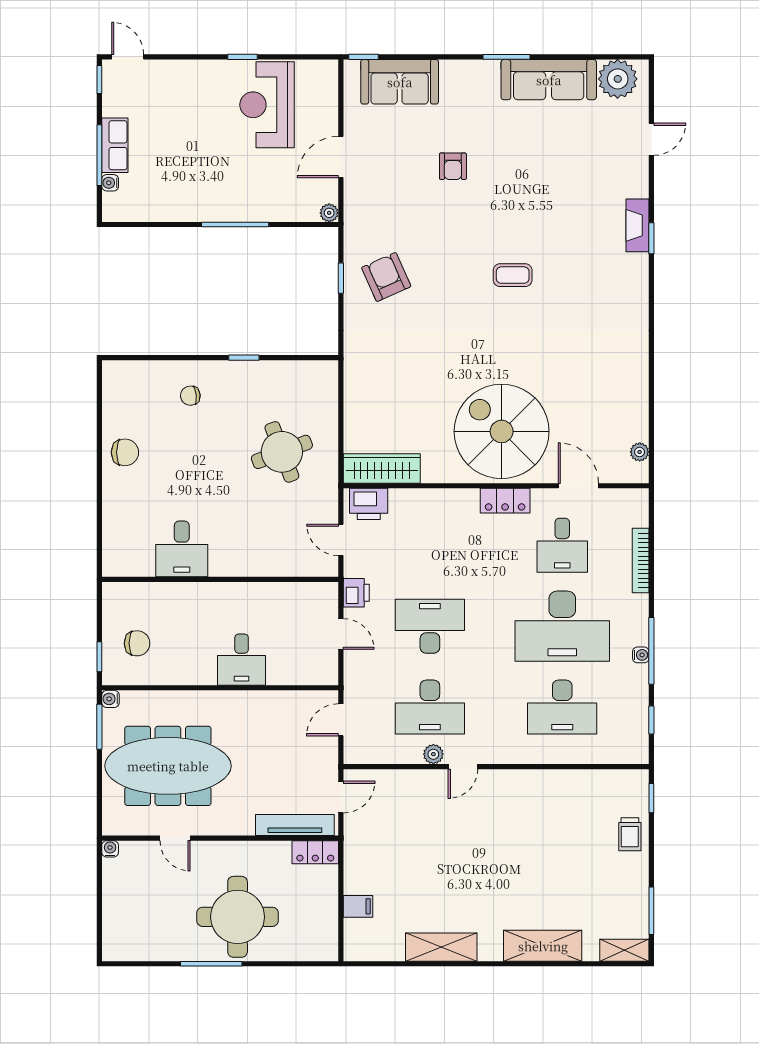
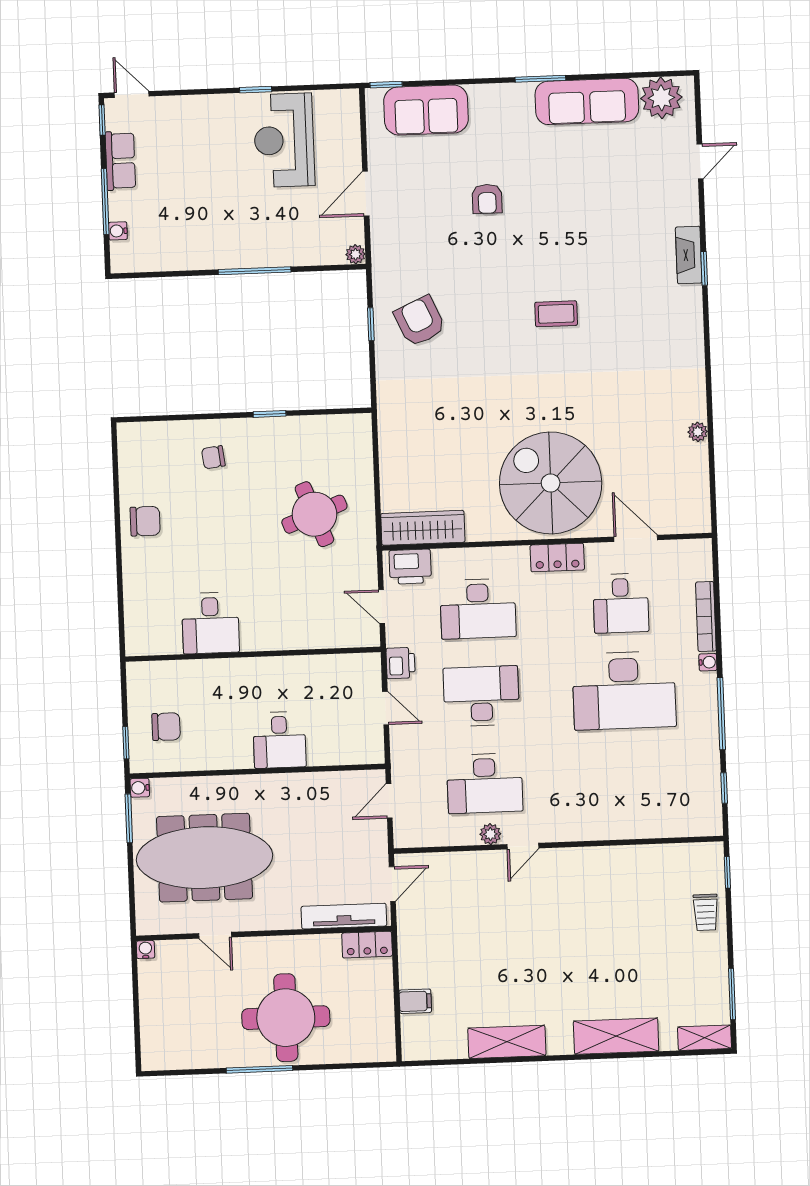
row of seats: (115, 145) -> (120, 161), moved
plant: (640, 452) -> (698, 432), moved
water cooler: (641, 655) -> (708, 662), moved
desk: (562, 707) -> (478, 609), moved

